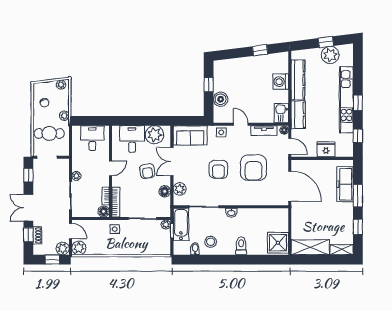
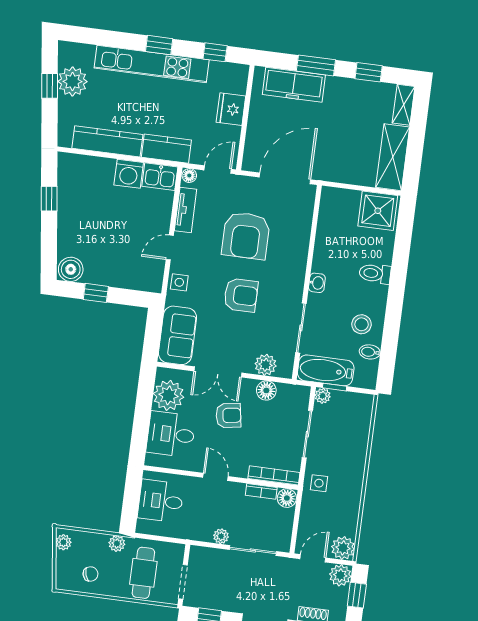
washing machine: (281, 82) -> (129, 174), moved
boiler: (221, 99) -> (71, 269), moved
armchair: (253, 168) -> (246, 236), turned 90

